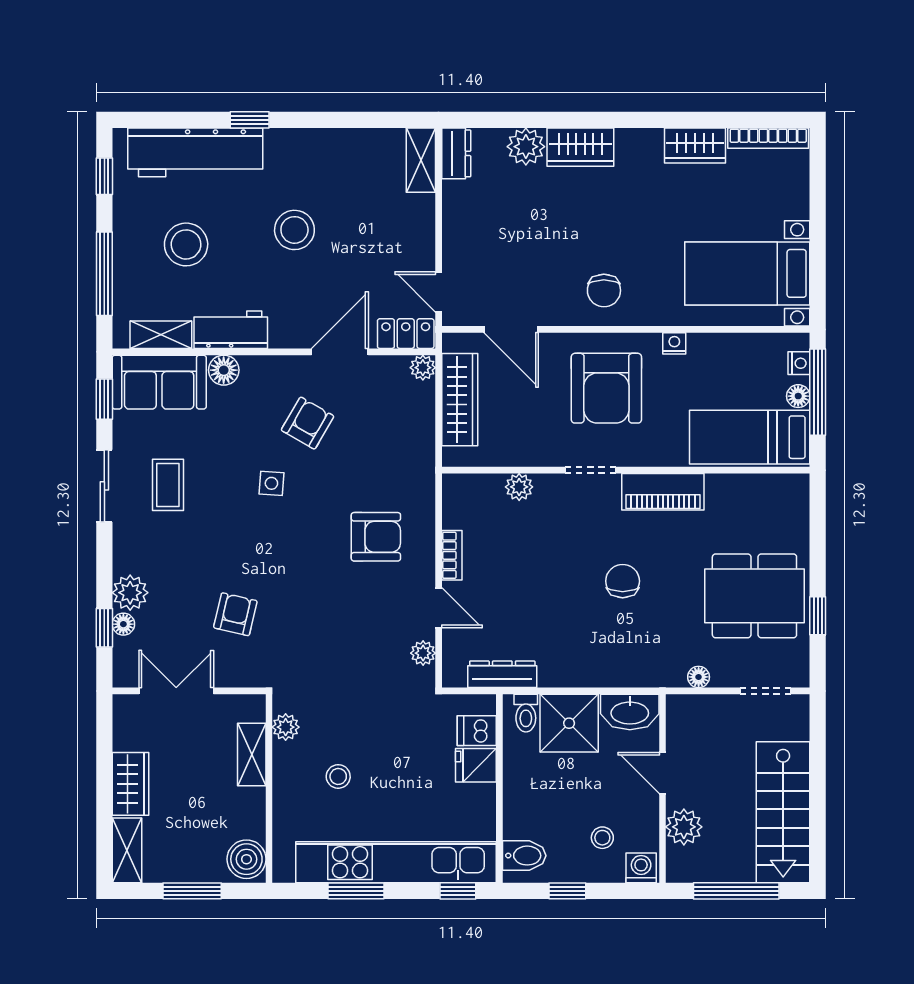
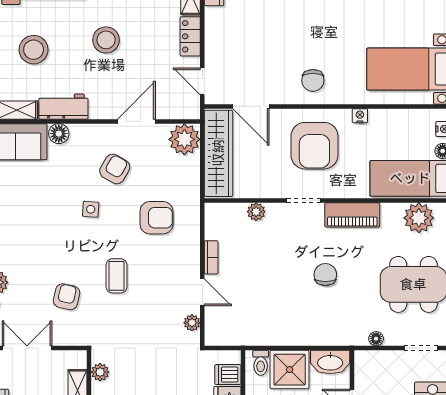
locker: (406, 334) -> (190, 36), moved, turned -90
plant: (423, 368) -> (184, 139), width x1.87, depth x1.87
wardrobe: (460, 400) -> (218, 153), width x1.40, depth x1.17
coffee table: (168, 485) -> (116, 276), moved
plant: (762, 496) -> (419, 218), added
armchair: (376, 537) -> (156, 218), moved
dresser: (502, 674) -> (245, 337), removed

